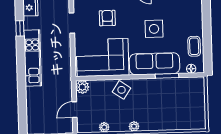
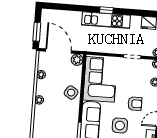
armchair: (107, 18) -> (135, 104), moved
window: (20, 28) -> (106, 10), moved
door: (74, 110) -> (59, 51), width x1.88

